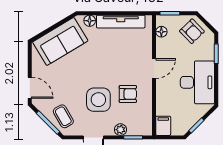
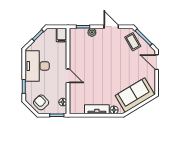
tv unit: (121, 22) -> (97, 109), width x0.71
door: (154, 69) -> (68, 76), swing flipped
armchair: (128, 94) -> (87, 58), removed
side table: (98, 100) -> (108, 54), removed

